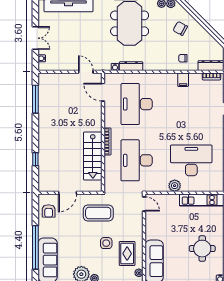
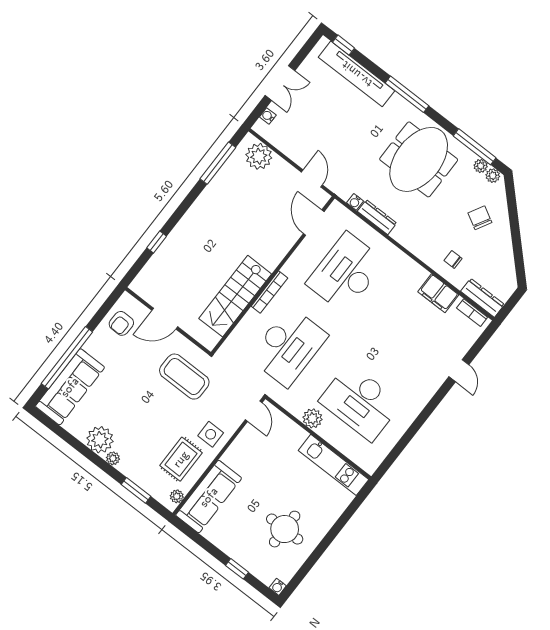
filing cabinet: (183, 80) -> (438, 293), width x2.00
plant: (52, 81) -> (259, 156), added
desk: (137, 160) -> (288, 347), turned 180
desk: (191, 160) -> (360, 402), turned 180
side table: (106, 243) -> (211, 434), moved

